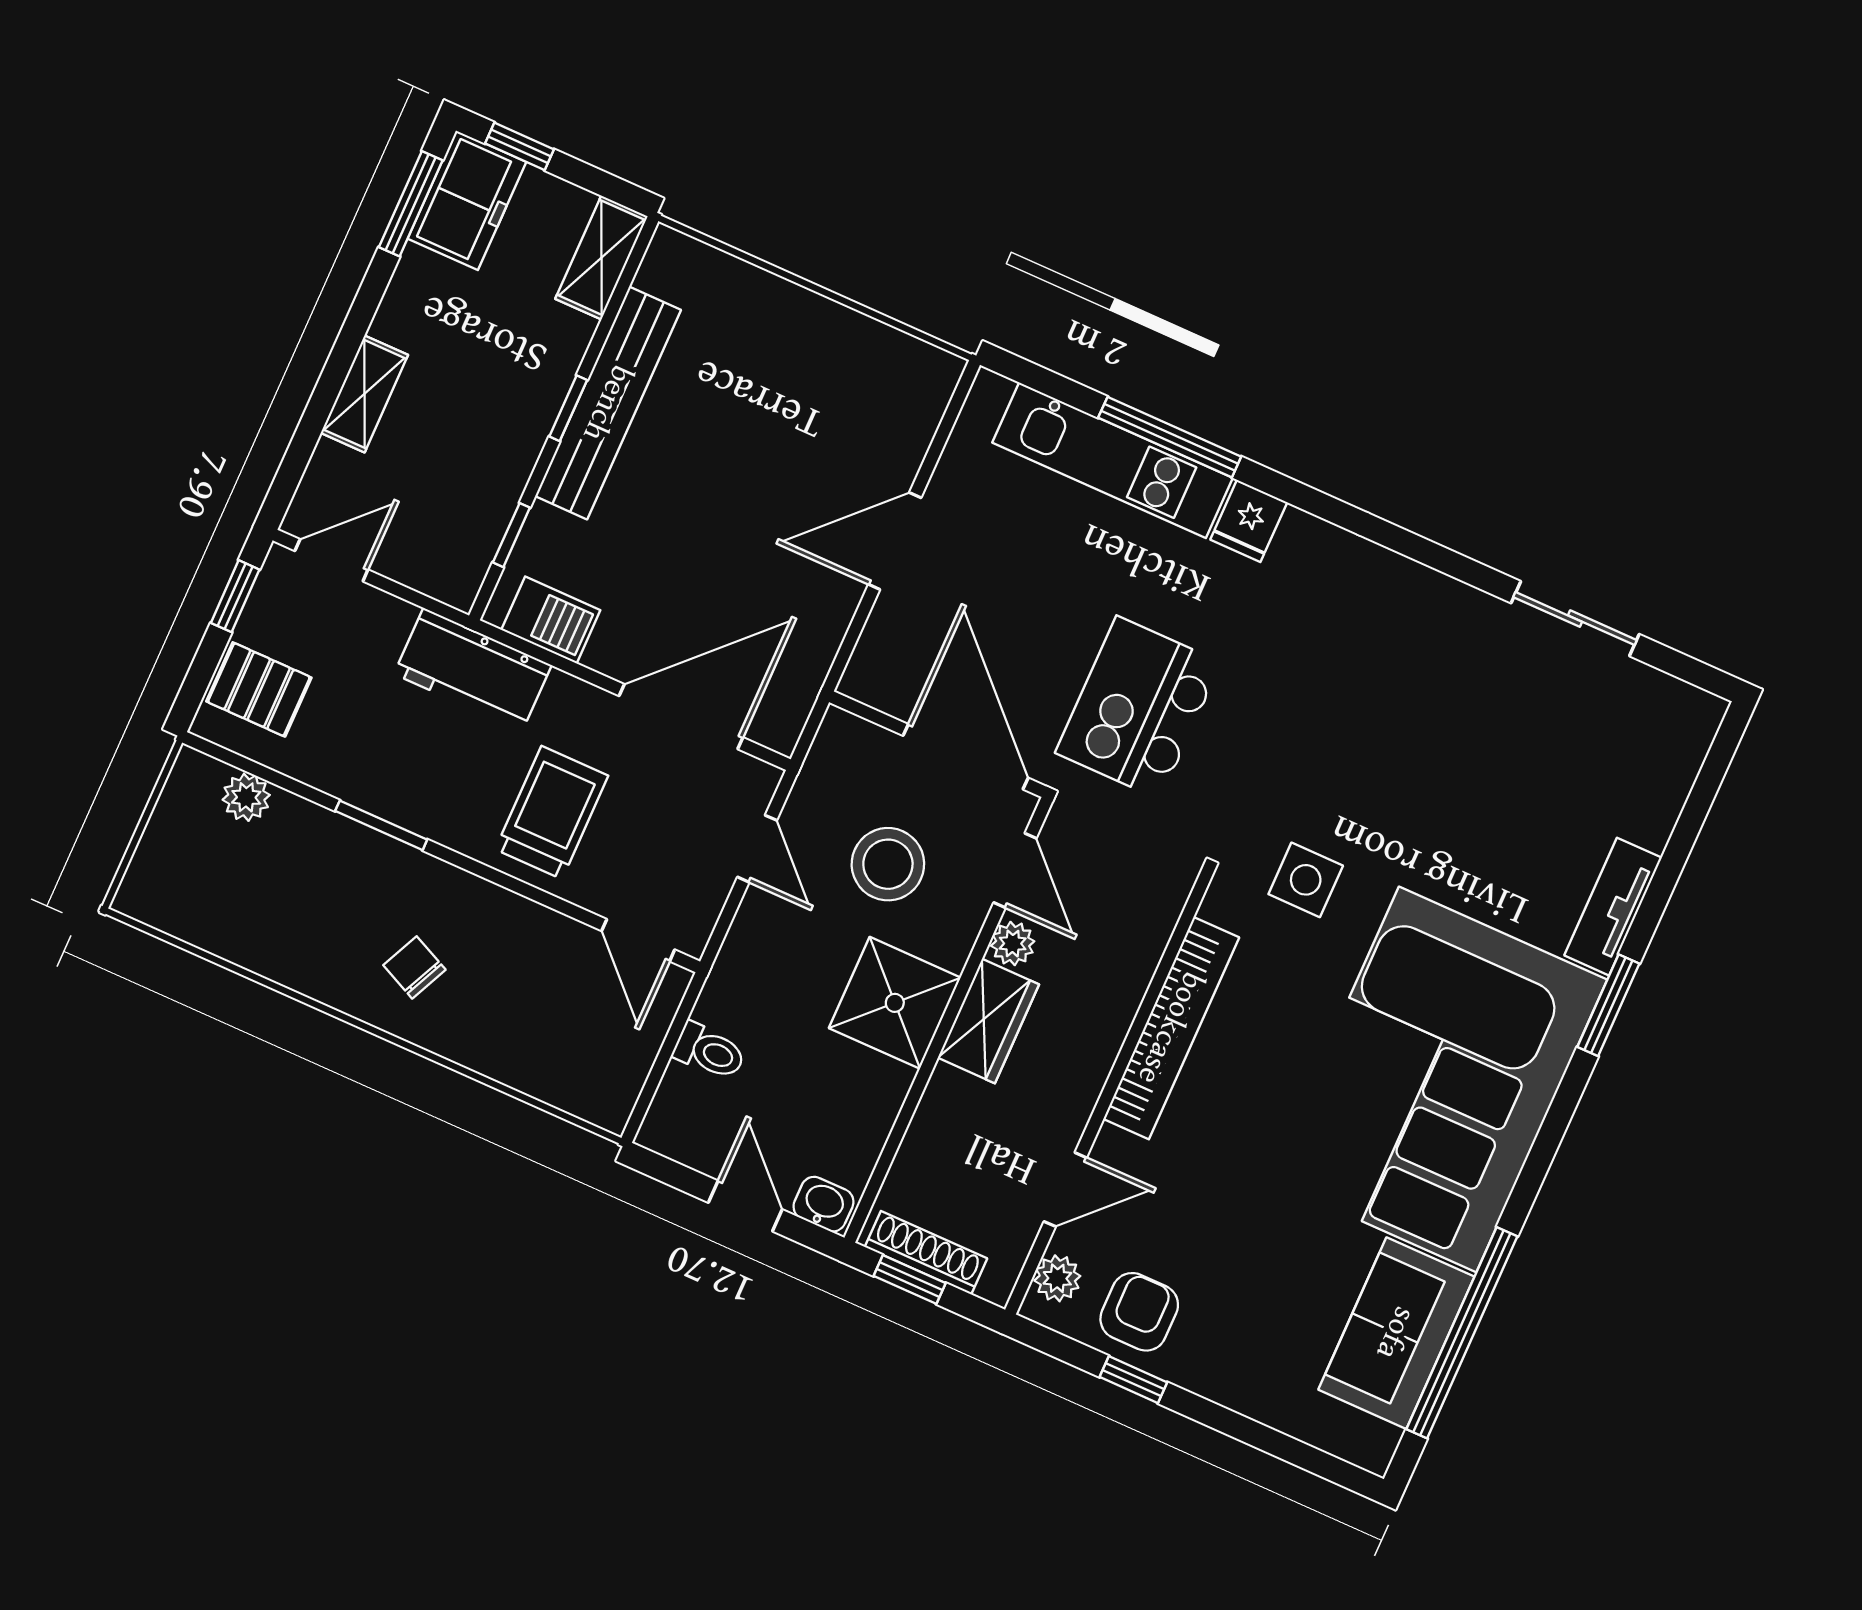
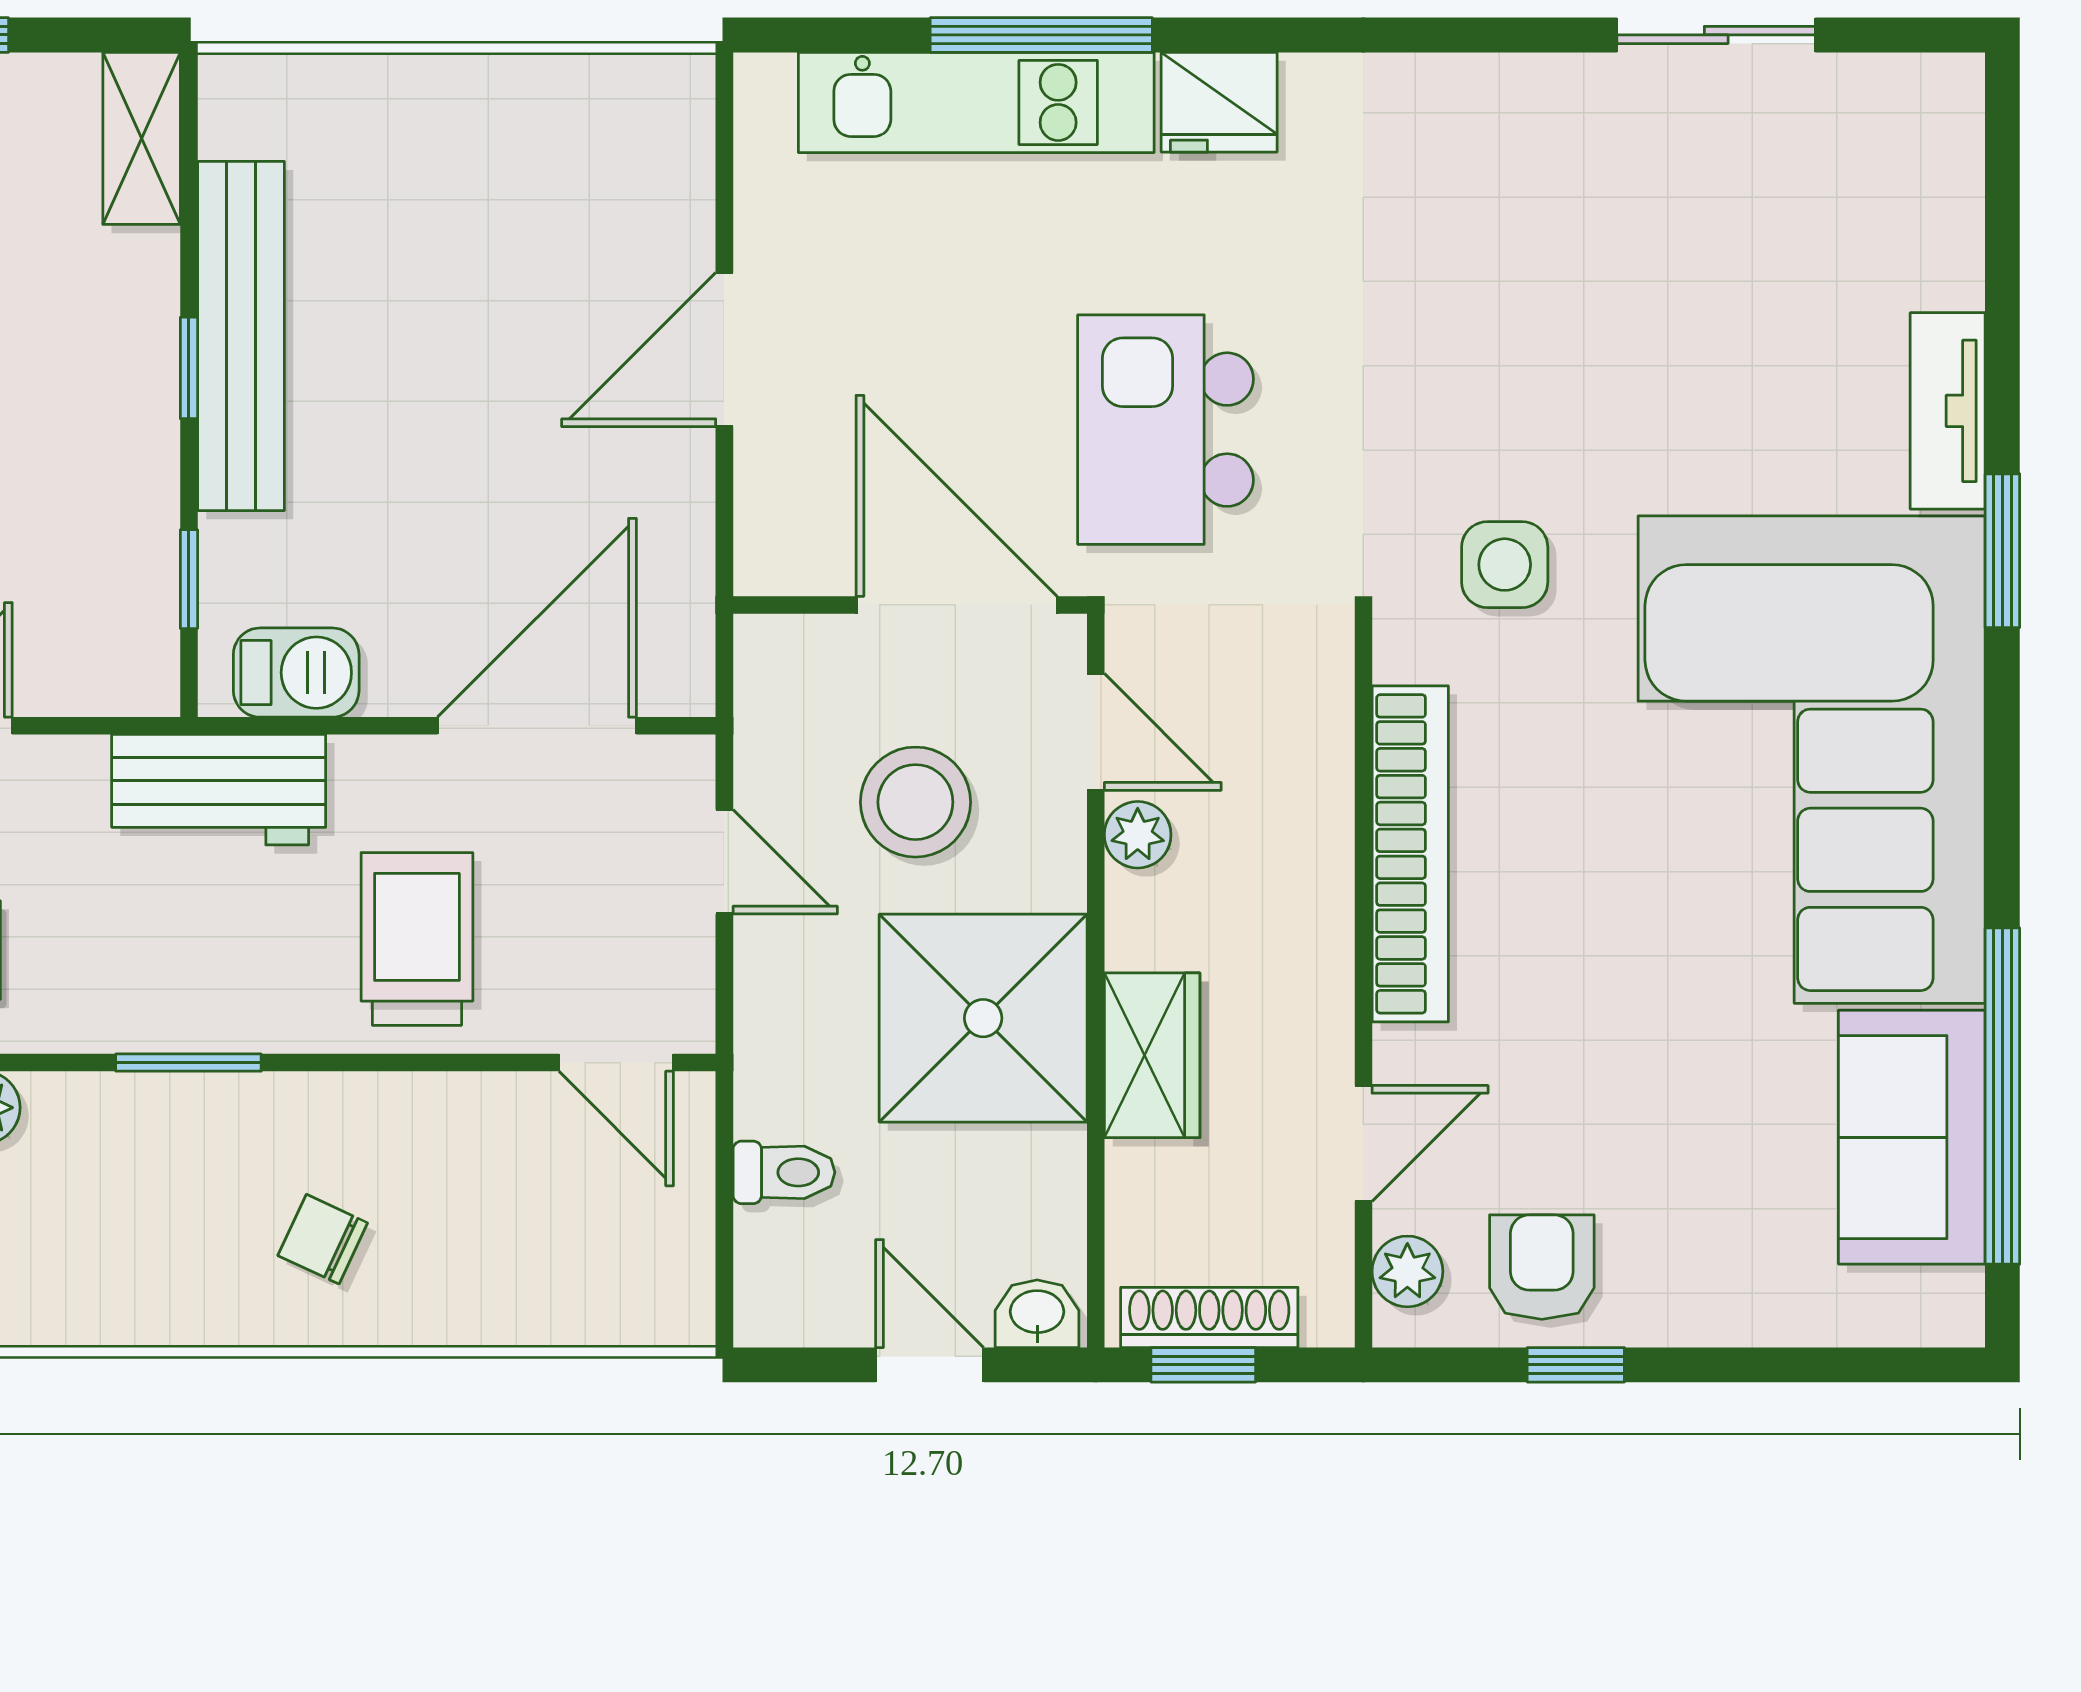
fridge: (1249, 521) -> (1219, 102), width x1.38
shower: (895, 1003) -> (983, 1018), width x1.37, depth x1.37
wardrobe: (988, 1021) -> (1152, 1055), moved

